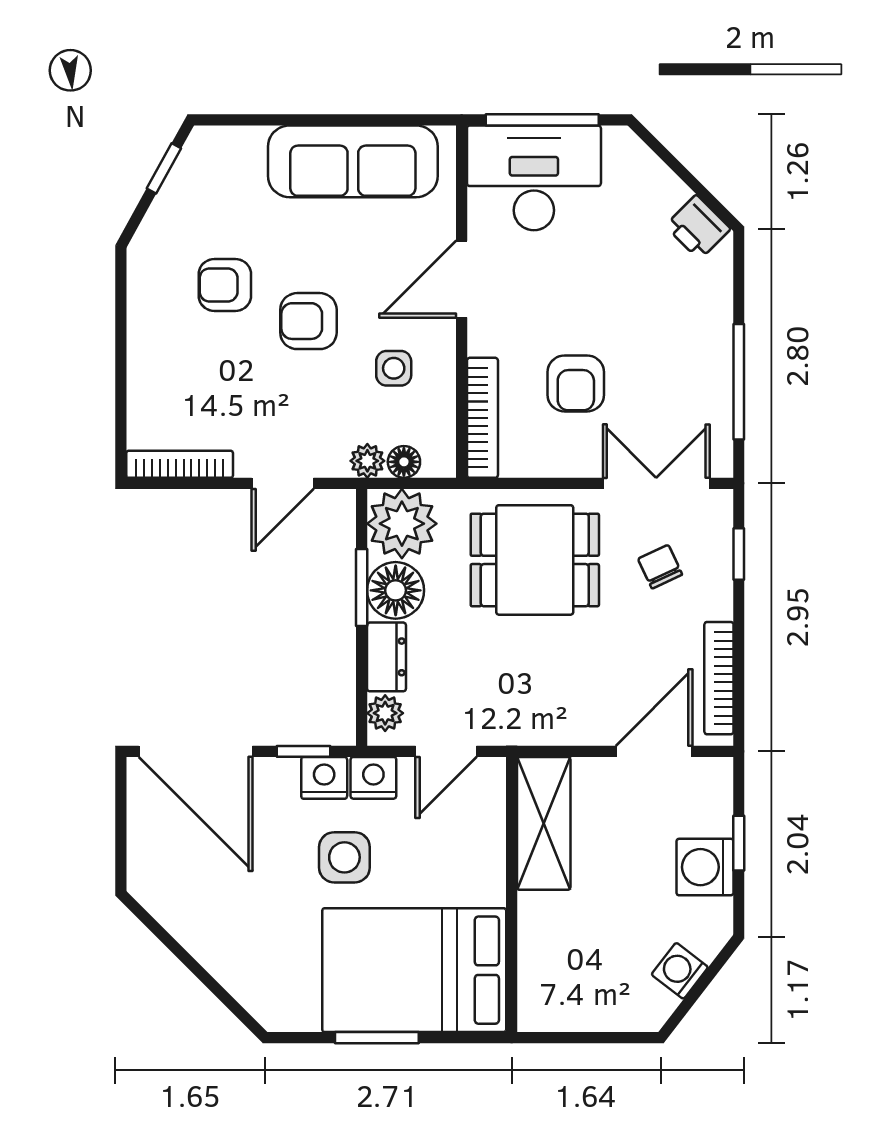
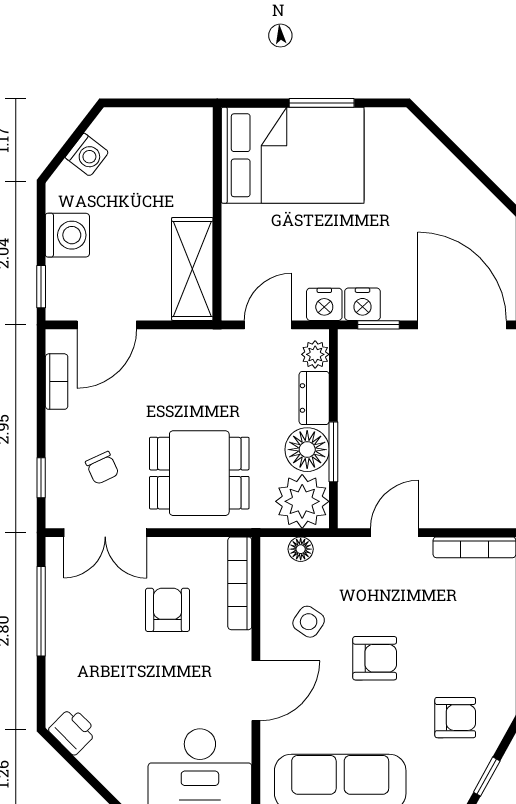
armchair: (225, 285) -> (455, 718), moved
side table: (394, 368) -> (309, 622), turned 35
plant: (367, 461) -> (329, 550), removed
bookcase: (719, 678) -> (57, 382), width x0.64
window: (739, 843) -> (41, 287), moved
side table: (344, 857) -> (347, 243), removed

